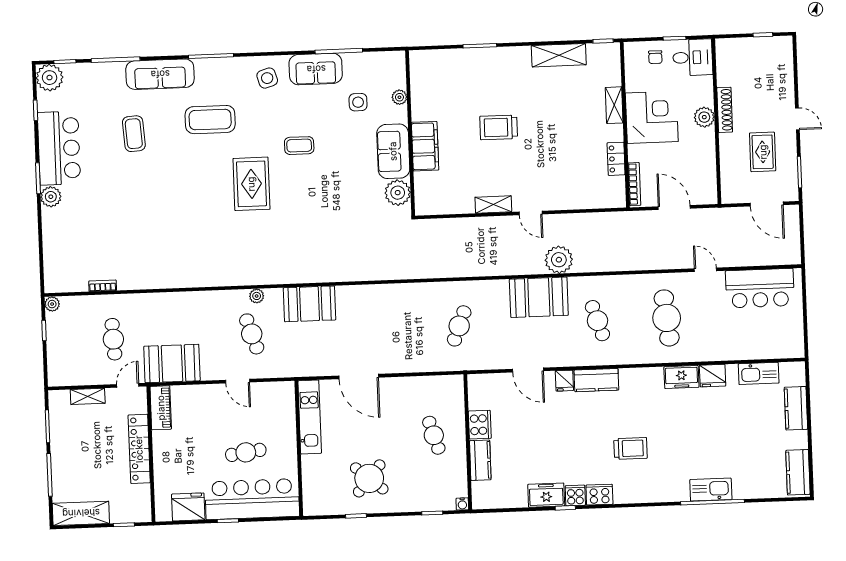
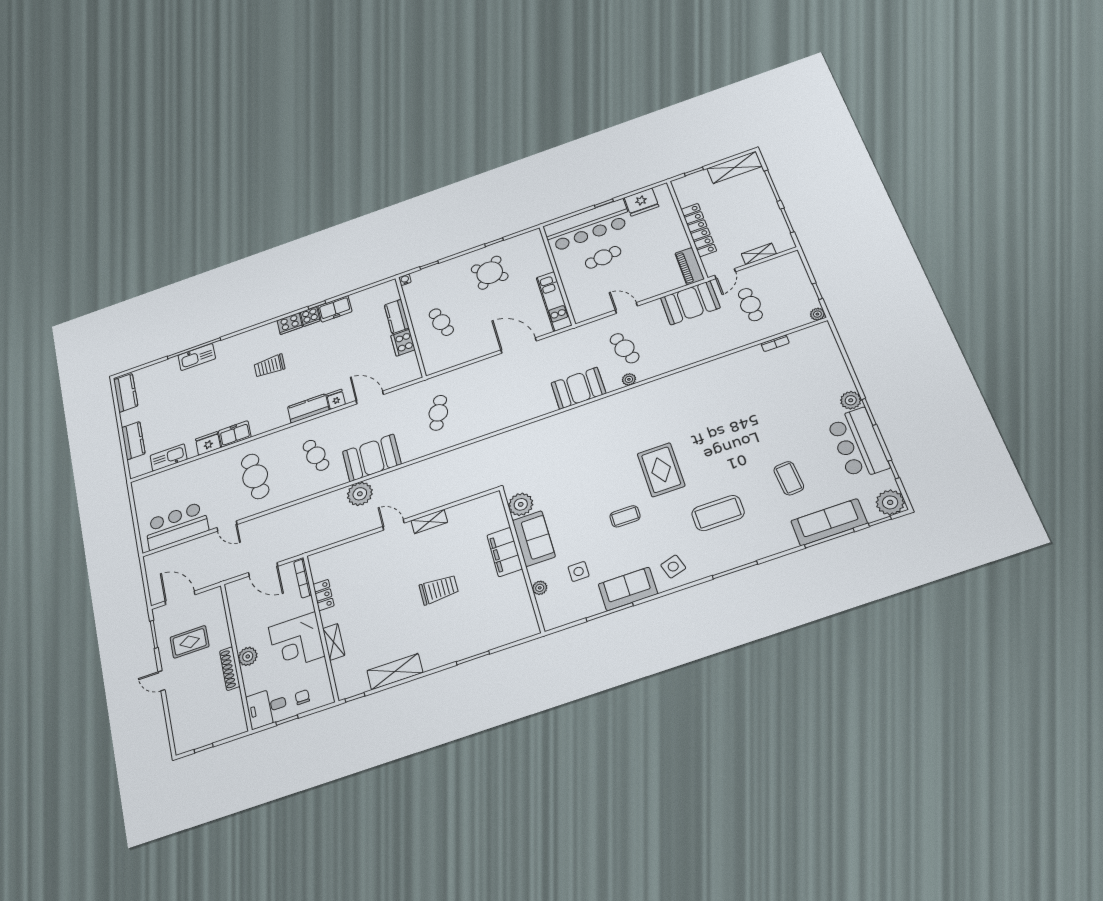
sofa: (160, 74) -> (829, 522), moved
rug: (763, 152) -> (190, 642), turned 90

